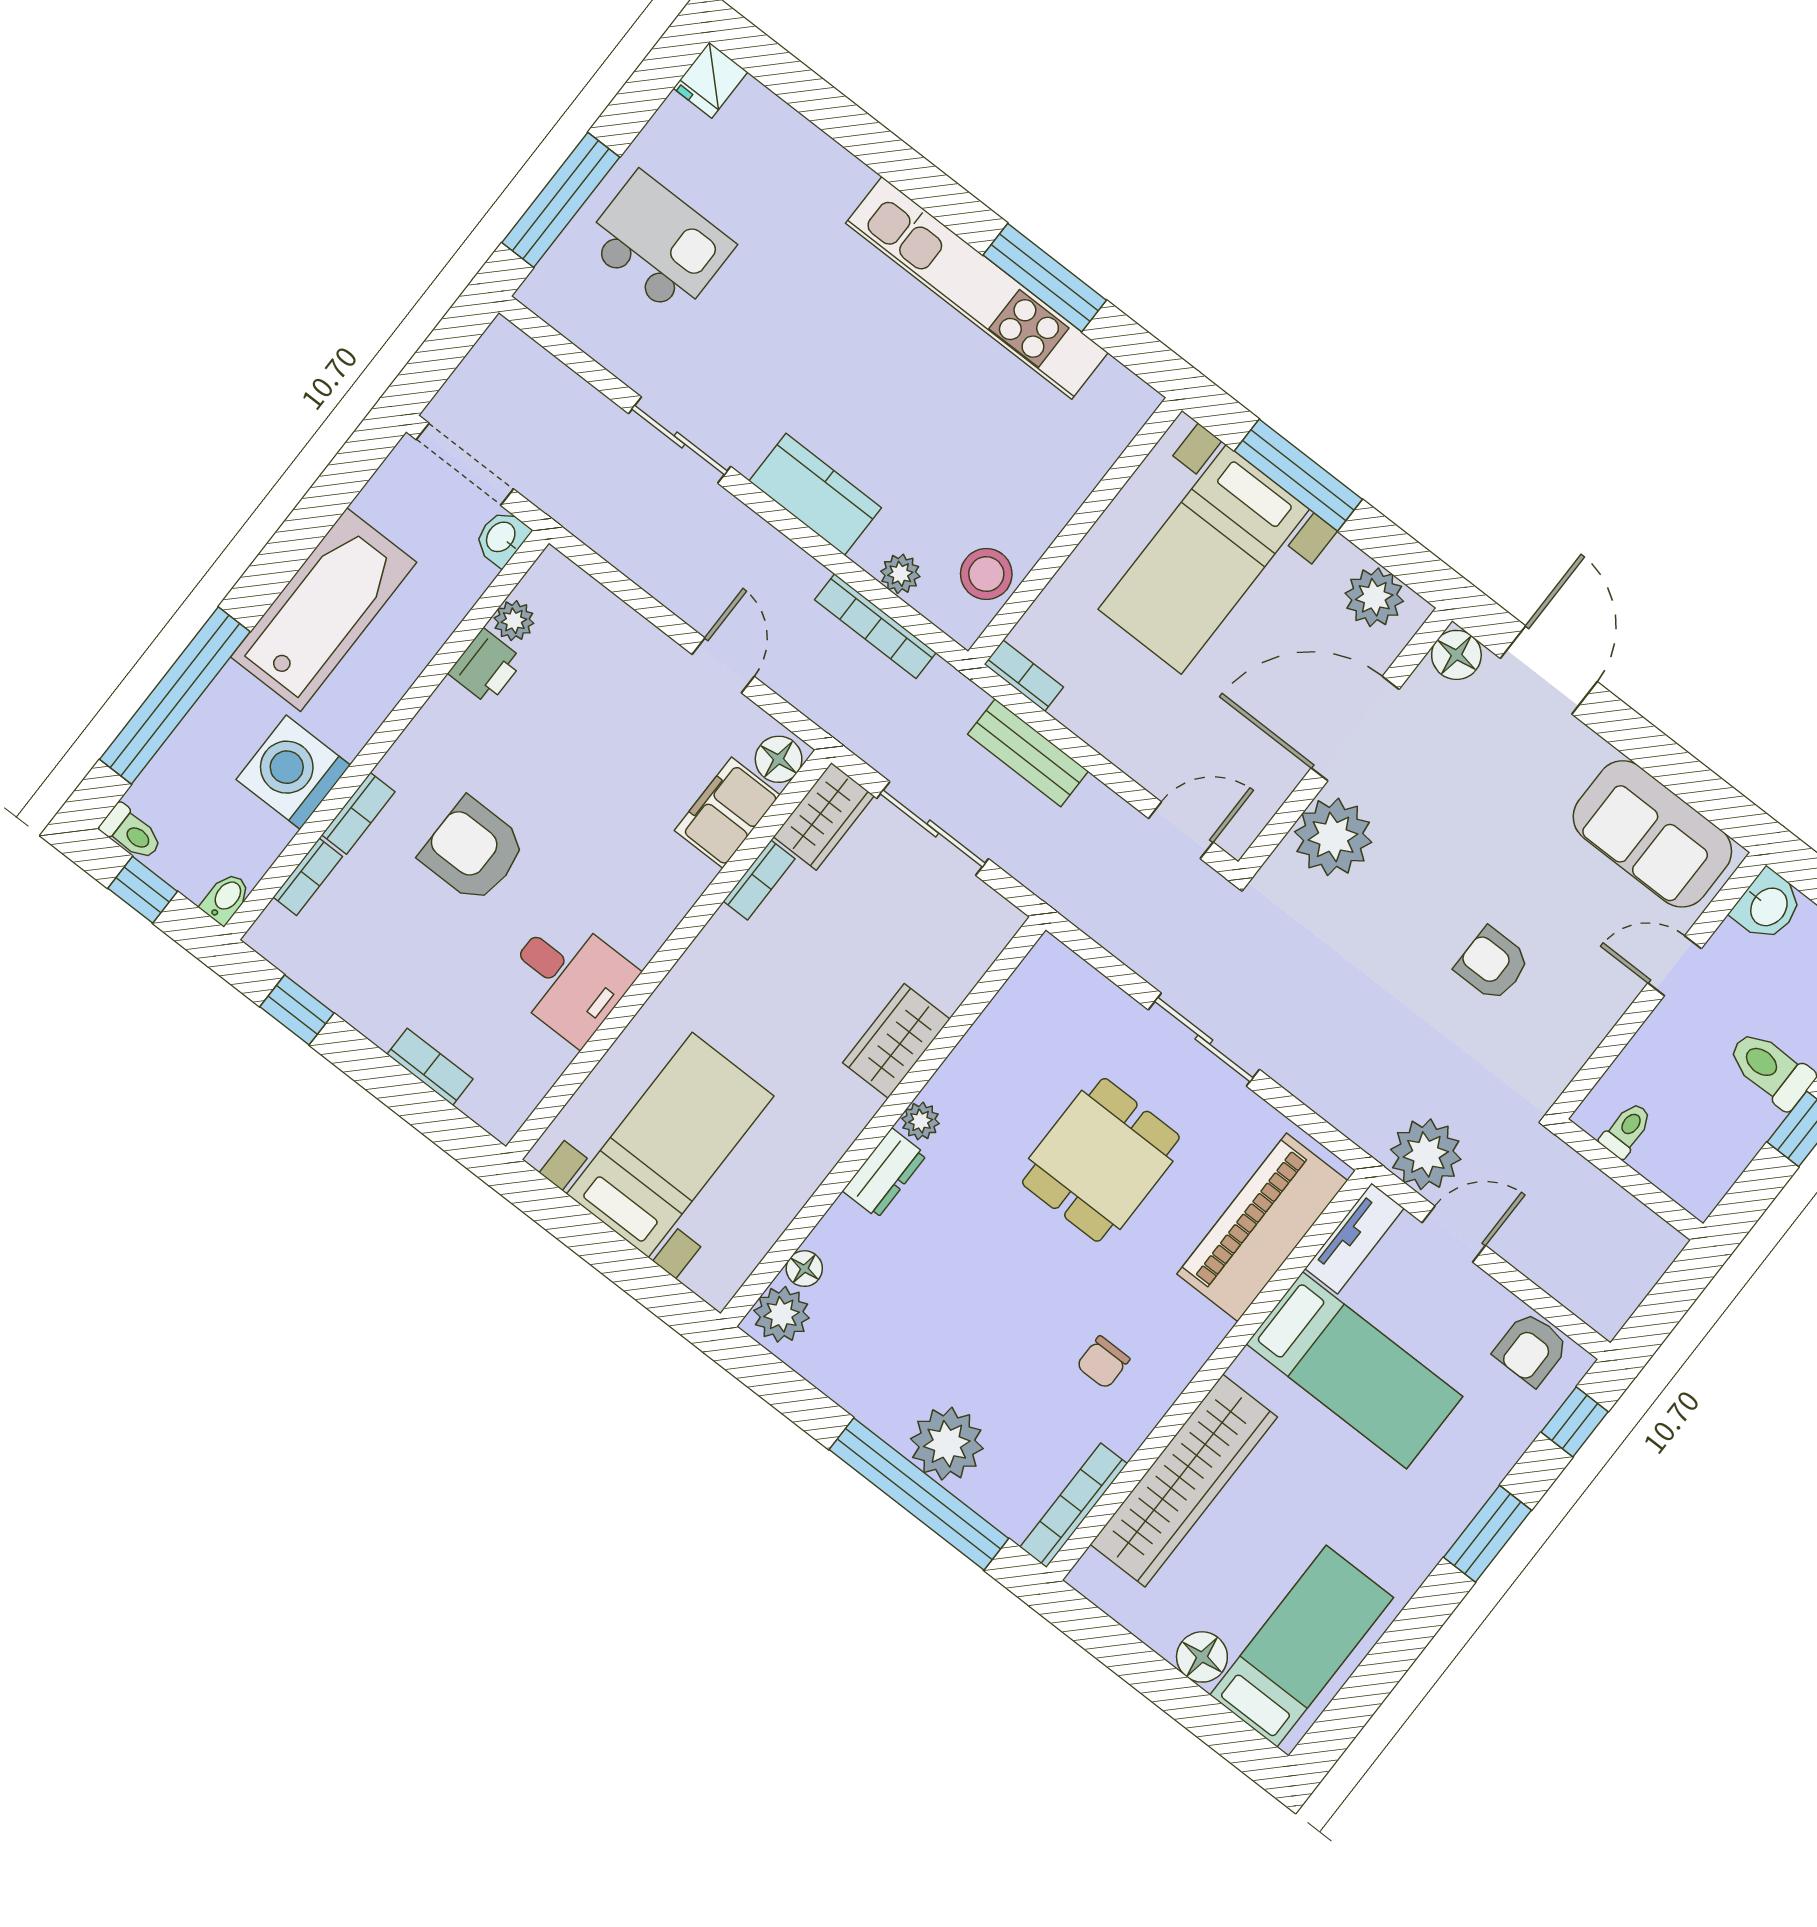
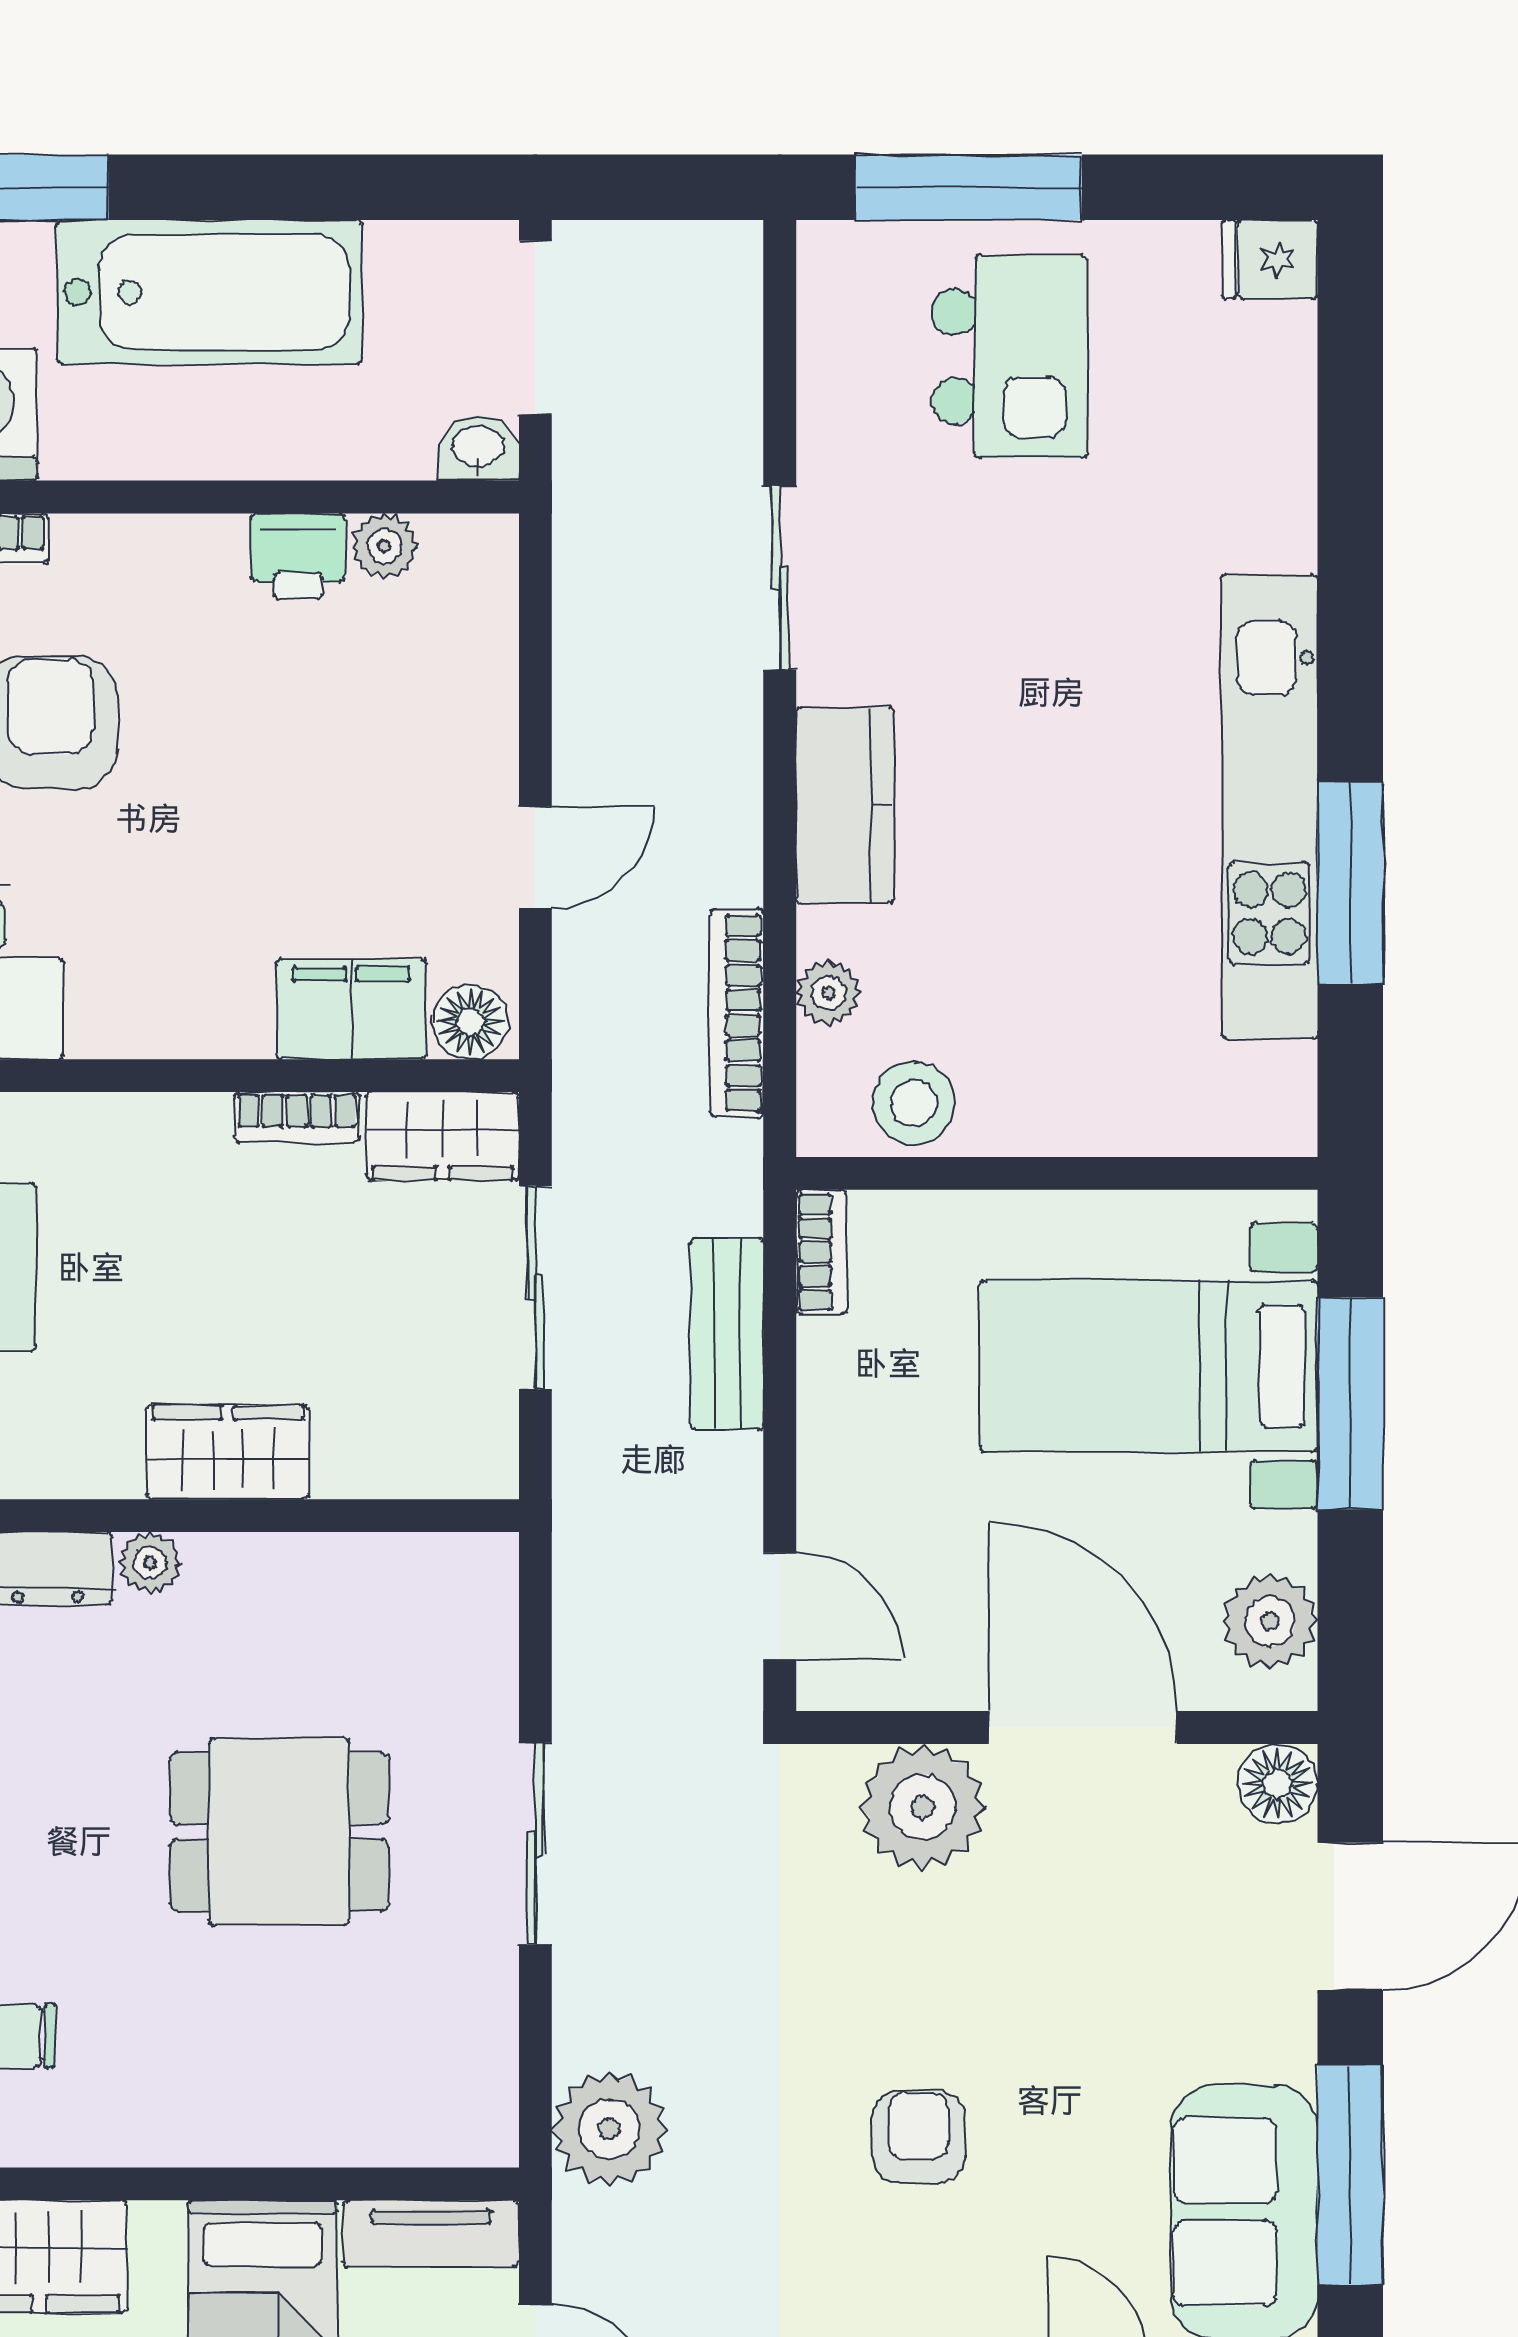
window: (1675, 768) -> (1350, 2175), added
plant: (1426, 1154) -> (609, 2129), moved
piano: (1262, 1227) -> (354, 2105), removed

